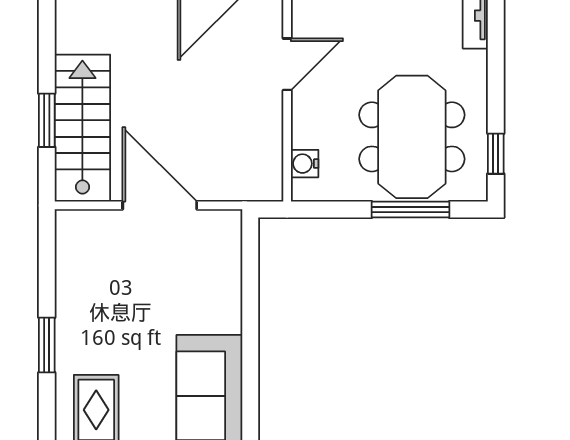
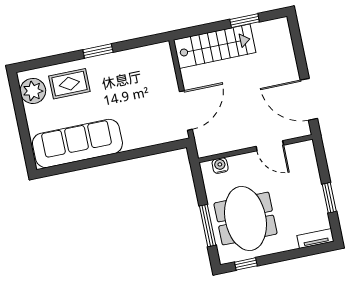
window: (47, 120) -> (245, 21), moved
meeting table: (412, 137) -> (246, 219), turned 90
door: (160, 205) -> (186, 110), moved

